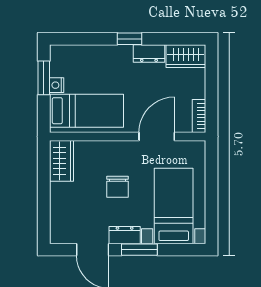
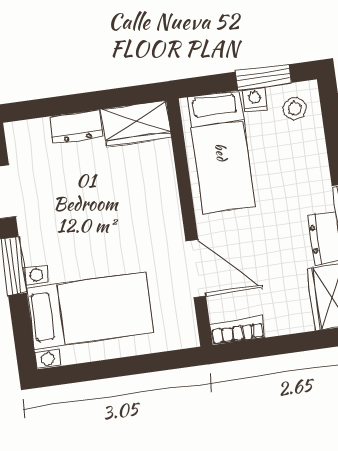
stool: (66, 61) -> (295, 109), added
chair: (118, 187) -> (108, 218), removed
dresser: (125, 235) -> (76, 127), moved, turned 90

